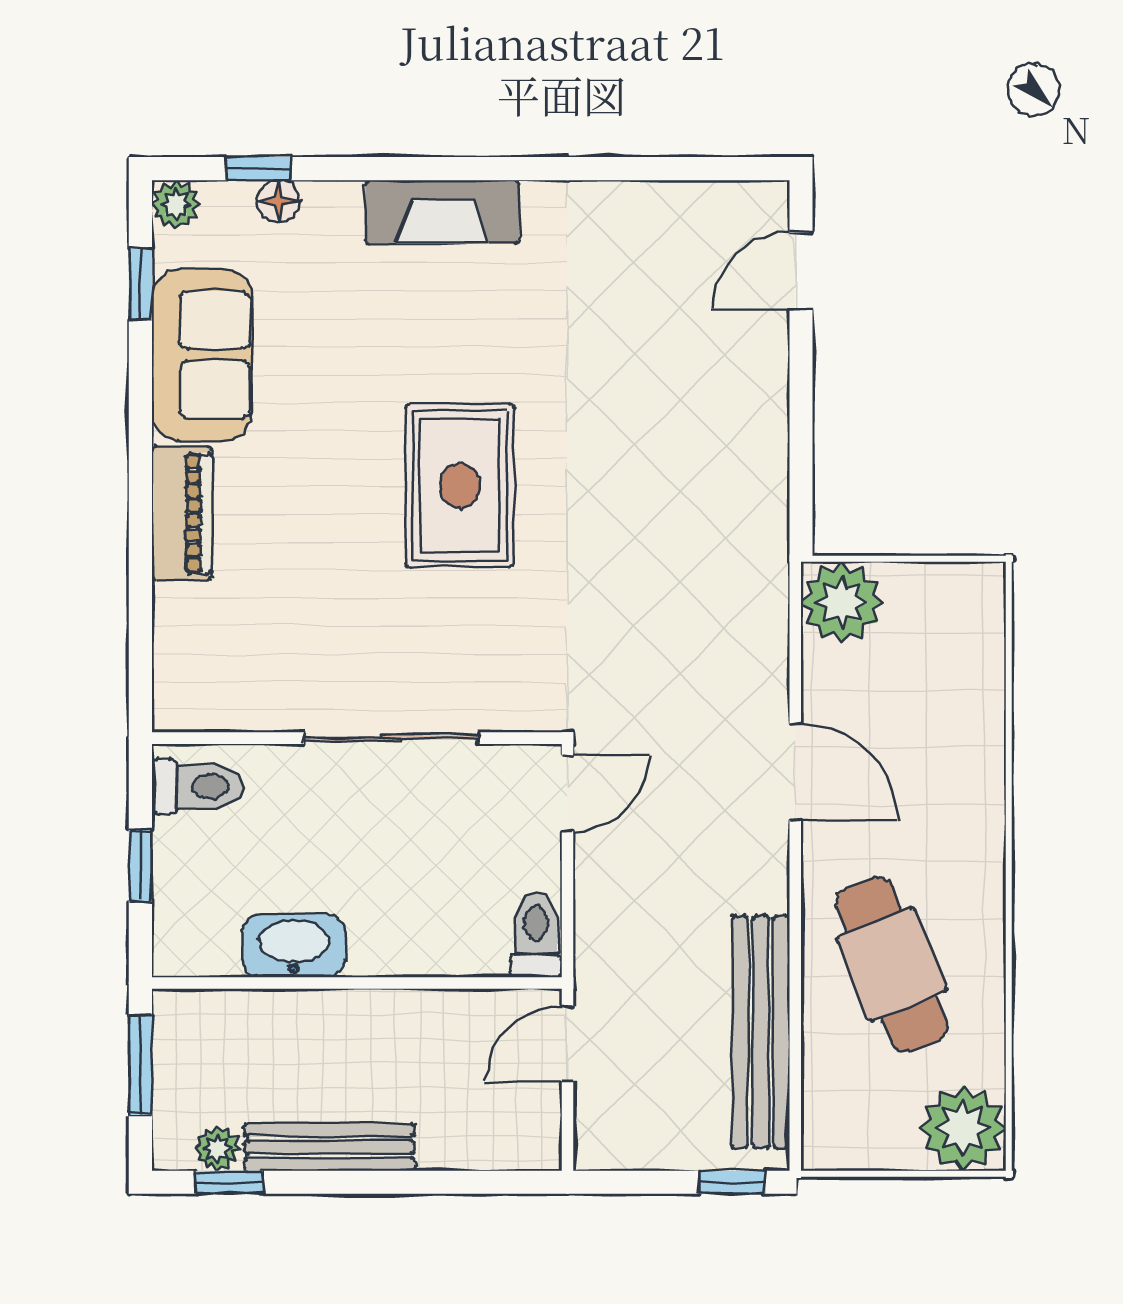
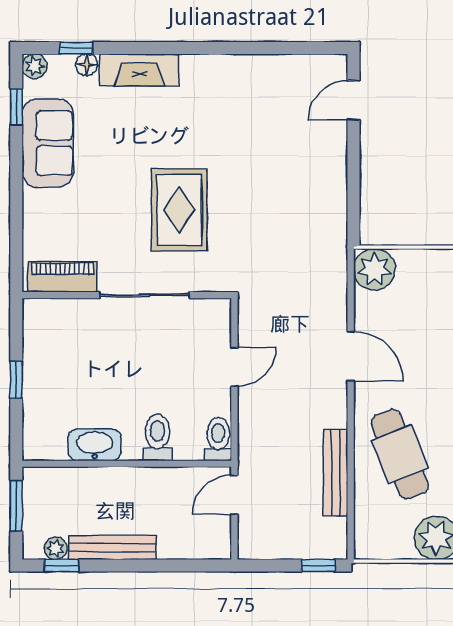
fireplace: (442, 212) -> (139, 70), moved
piano: (182, 513) -> (62, 277), moved, turned -90
wall: (357, 738) -> (127, 295), moved
sliding door: (391, 738) -> (144, 295), moved
toilet: (197, 786) -> (157, 438), moved, turned -90
window: (140, 866) -> (16, 380), moved
bench: (761, 1032) -> (336, 473), width x0.73, depth x0.82

